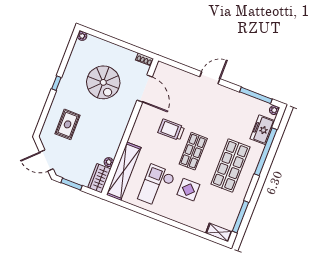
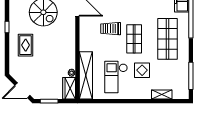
rug: (68, 124) -> (26, 45), moved
shelving: (219, 232) -> (162, 95), moved

